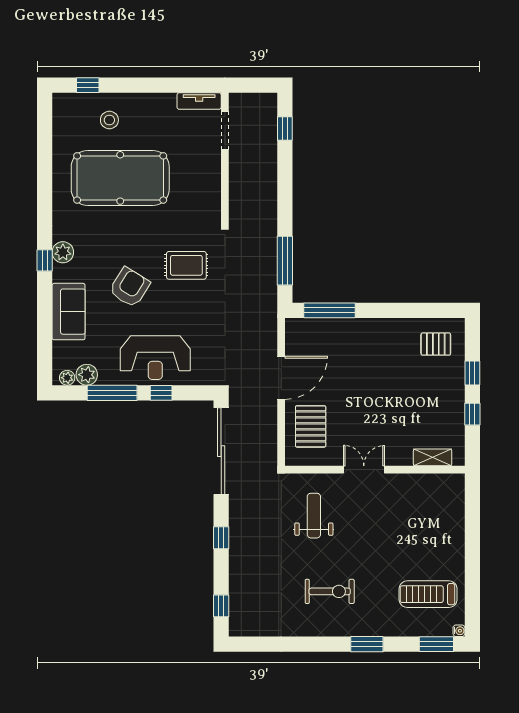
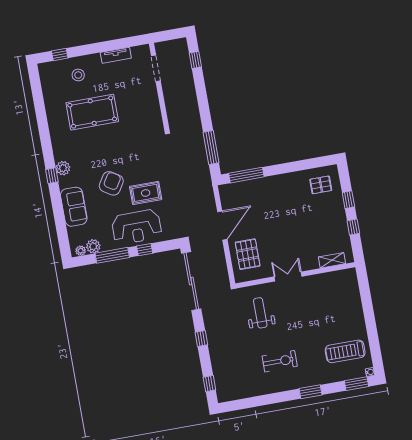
tv unit: (199, 101) -> (116, 55), moved
pool table: (120, 178) -> (92, 112), width x0.73, depth x0.76
rug: (186, 265) -> (146, 193), moved

